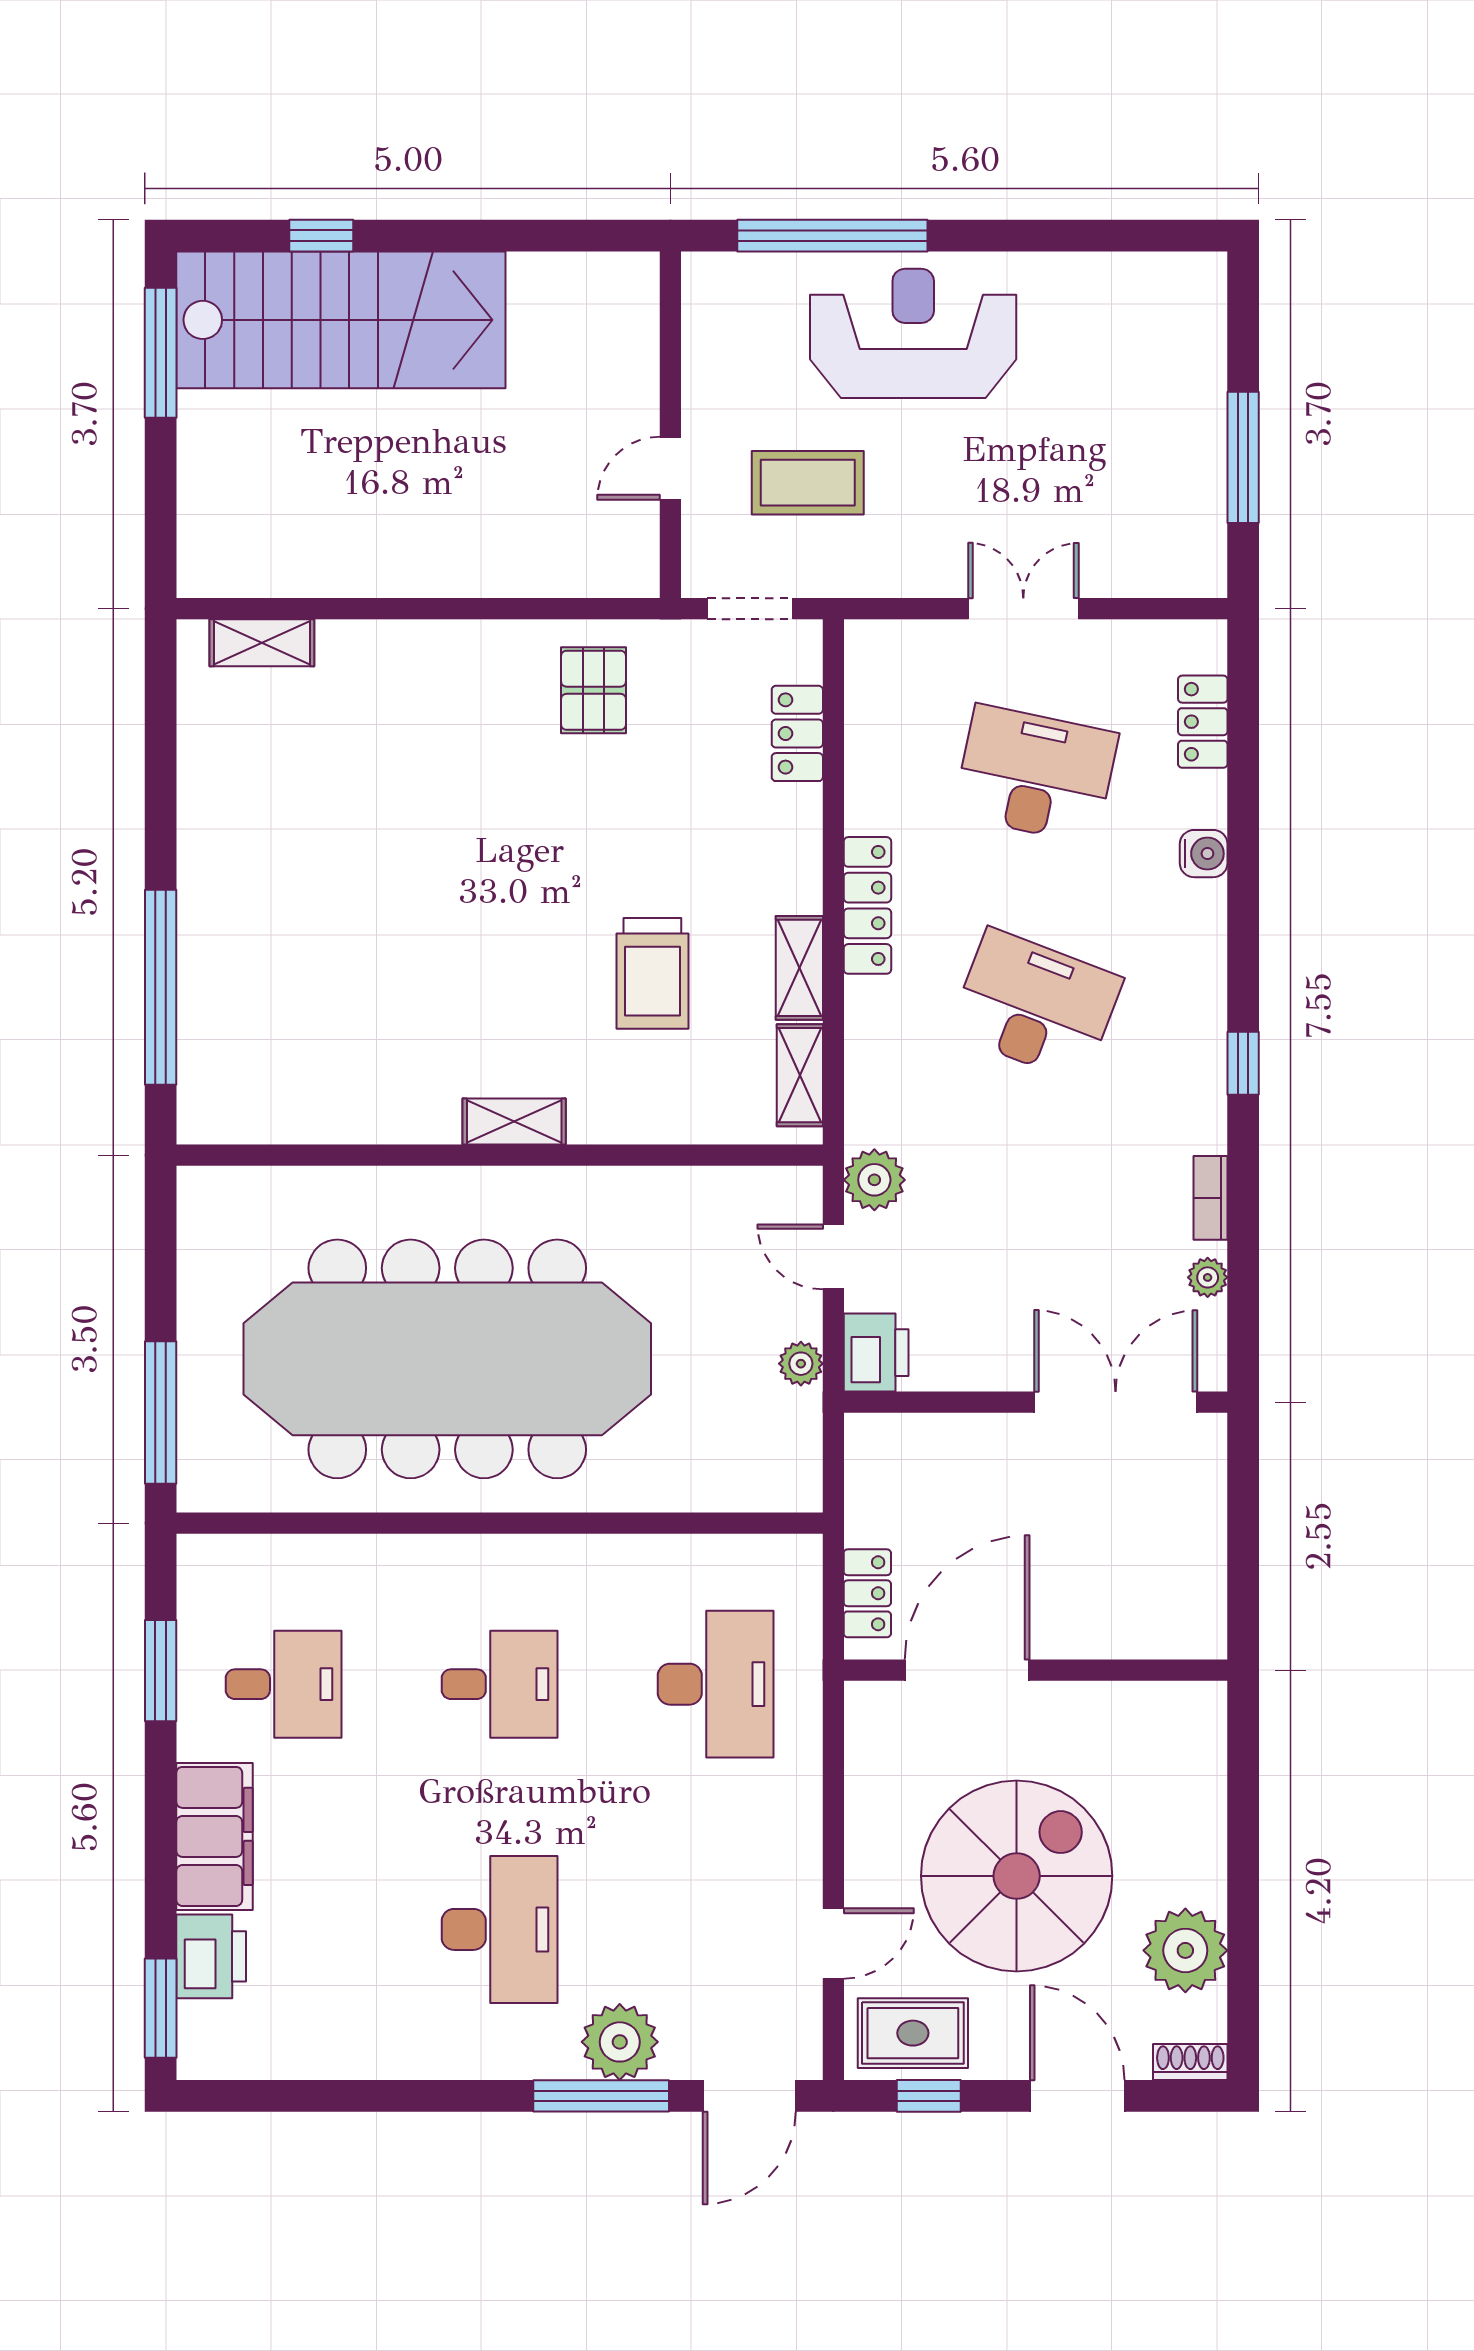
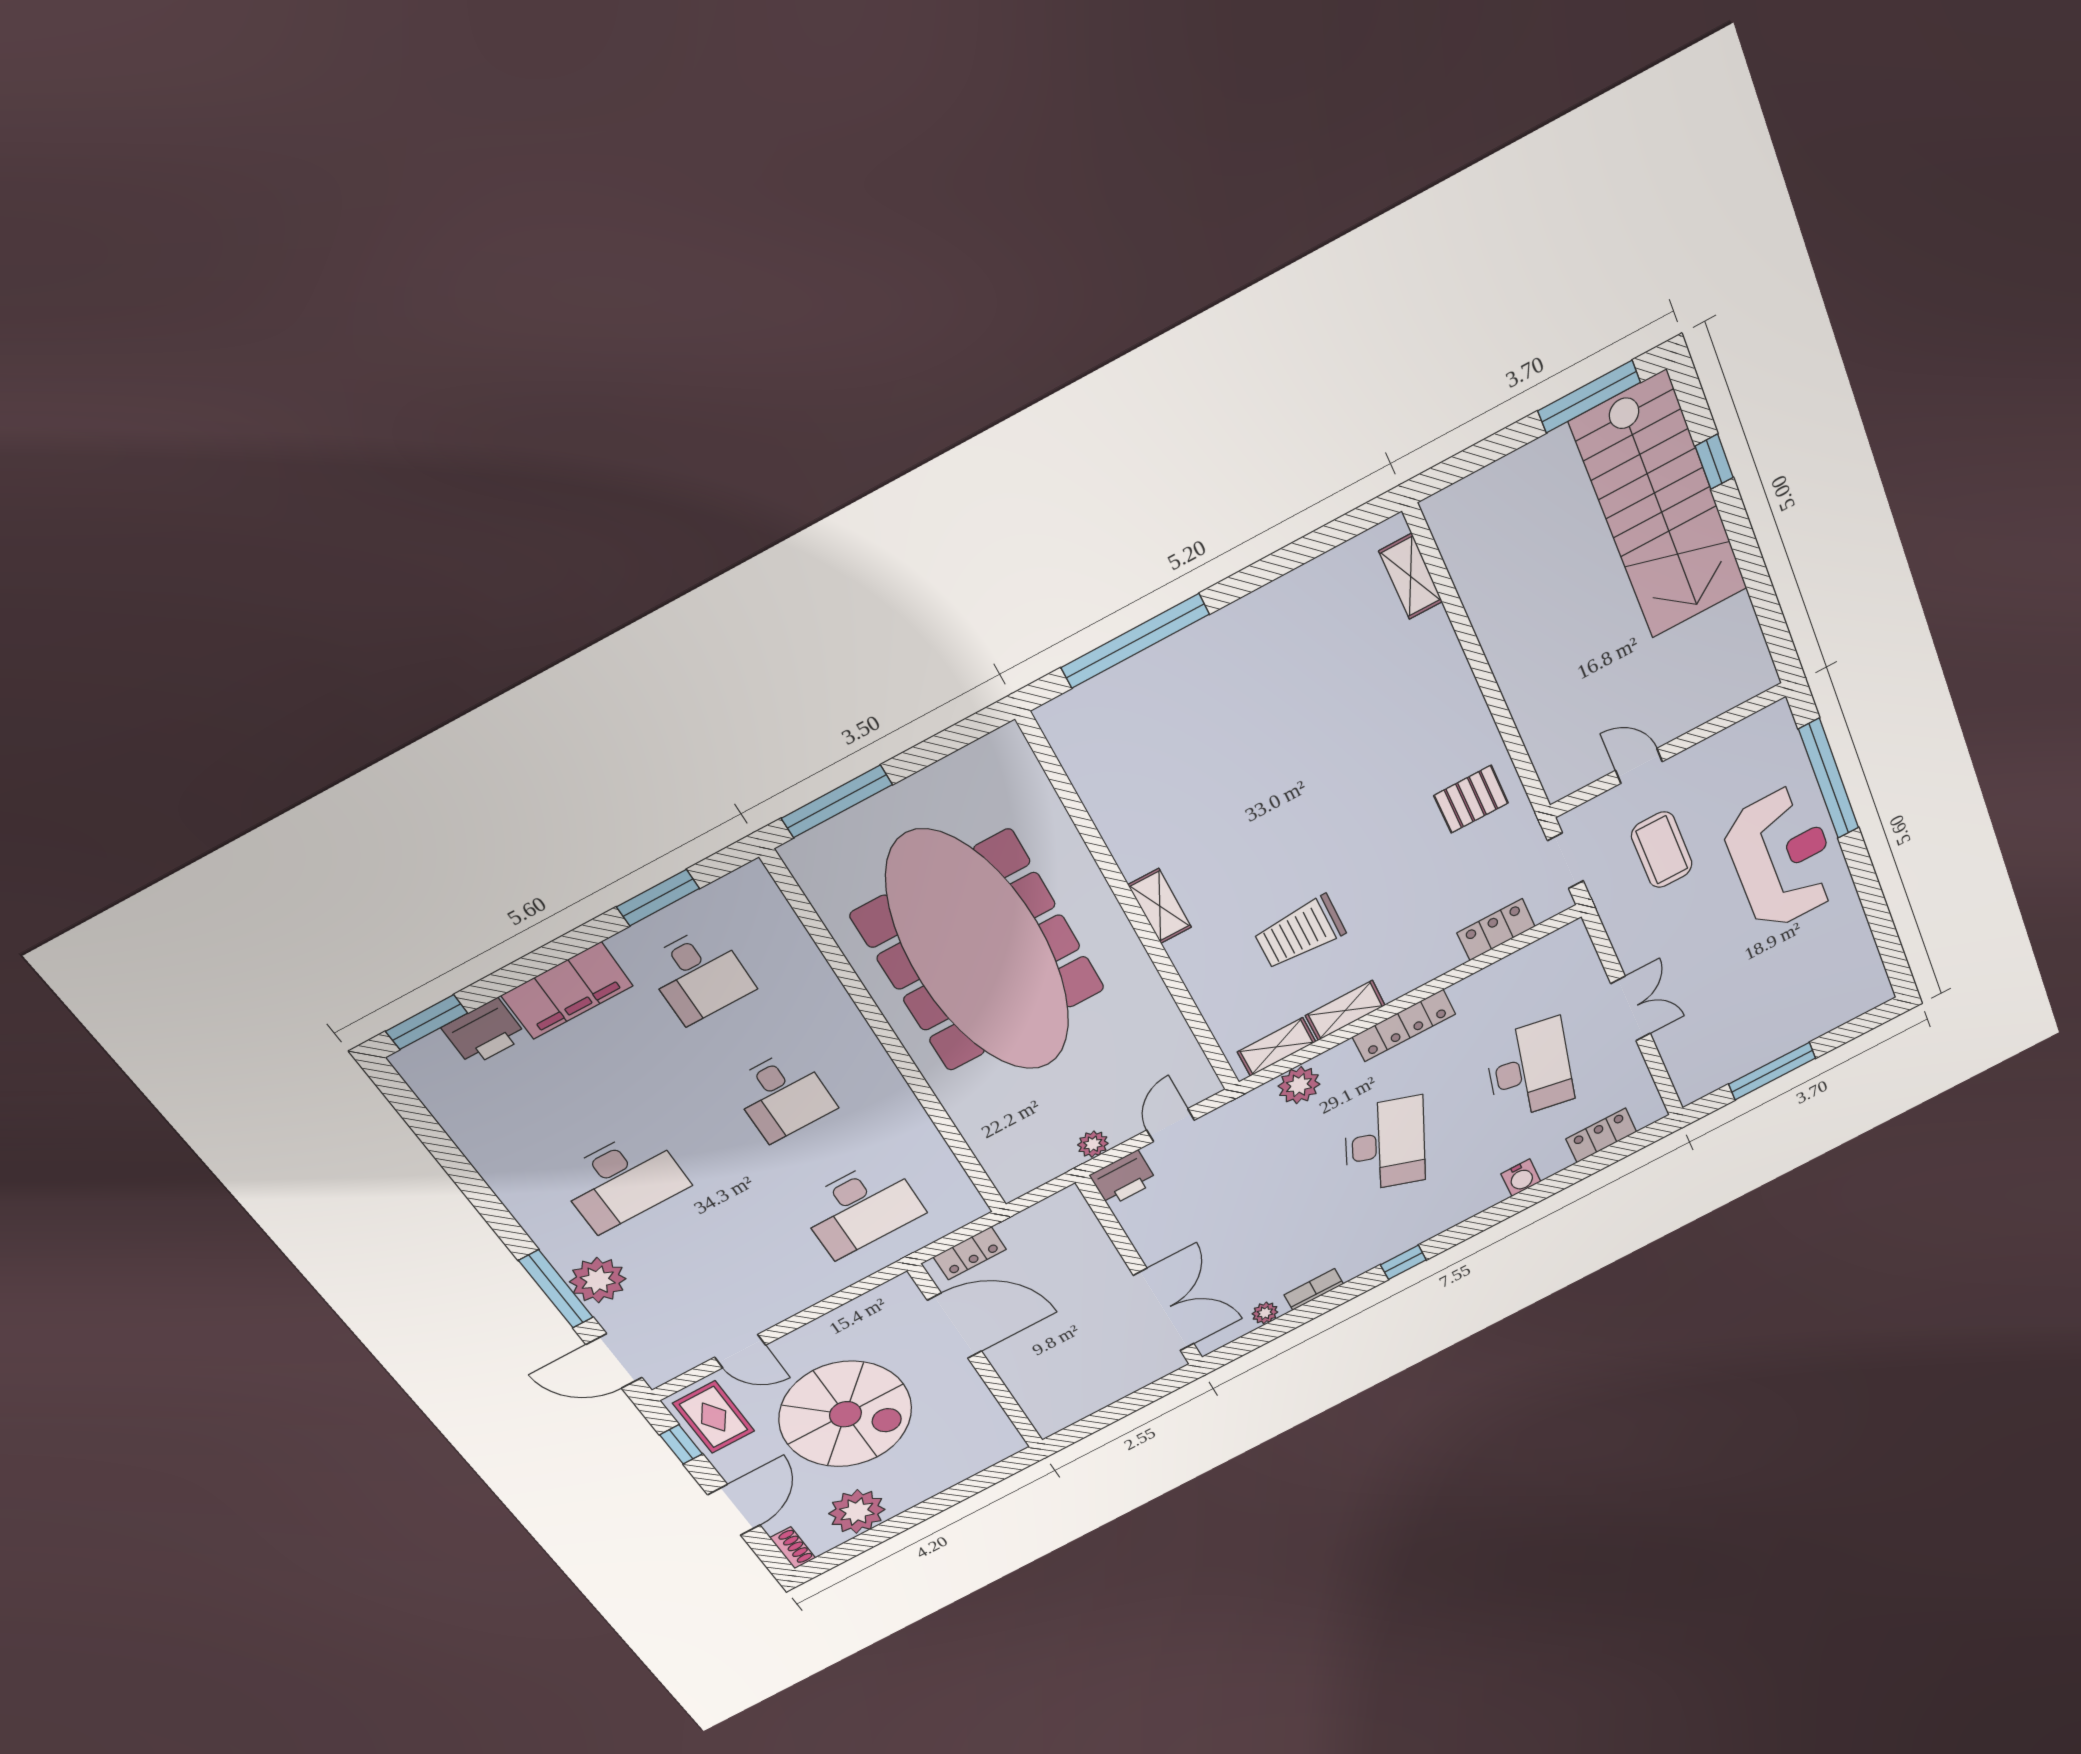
plant: (874, 1180) -> (1299, 1085), moved

